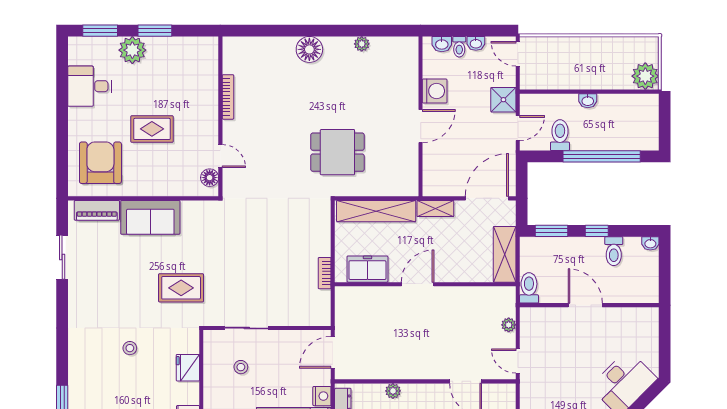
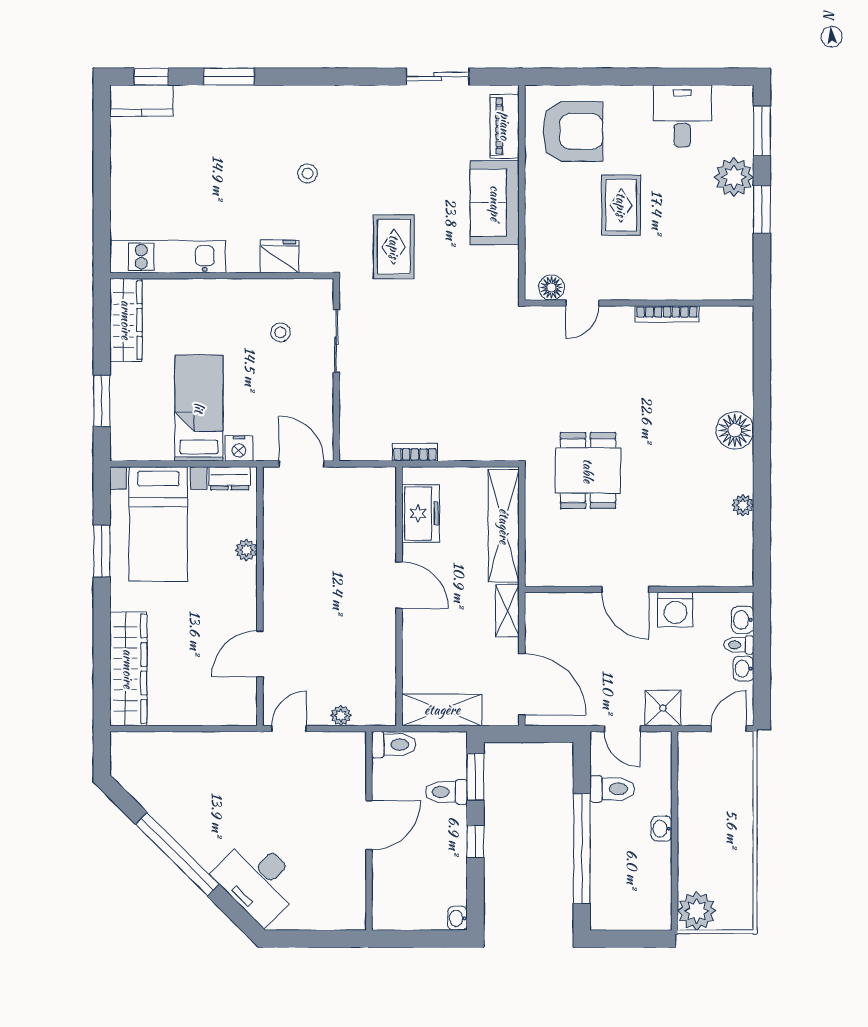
toilet: (614, 251) -> (446, 792), moved

